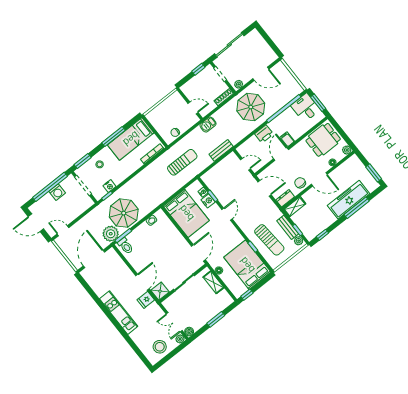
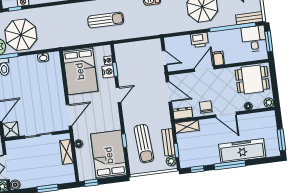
bench: (221, 150) -> (249, 18), moved
window: (357, 208) -> (230, 165), moved

